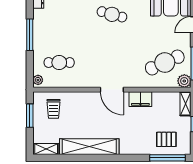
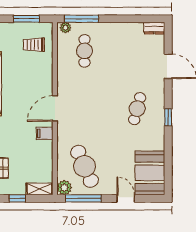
window: (30, 35) -> (81, 19), moved
filing cabinet: (140, 99) -> (45, 133), width x0.50

